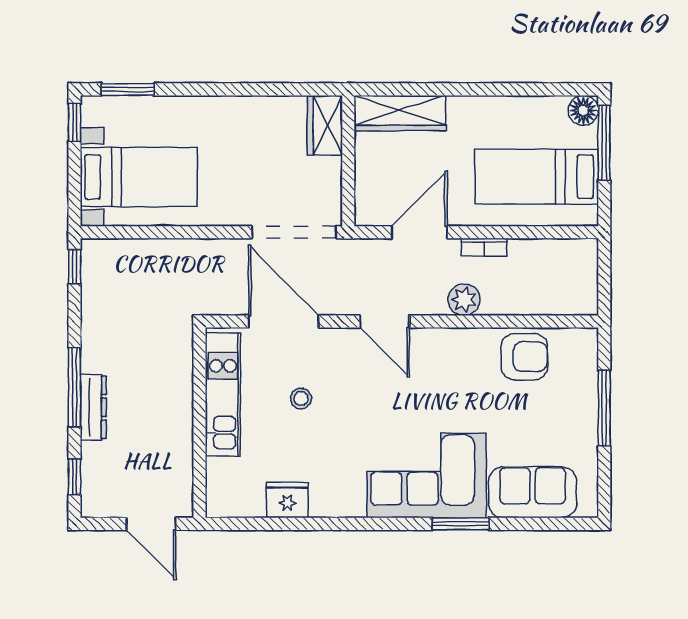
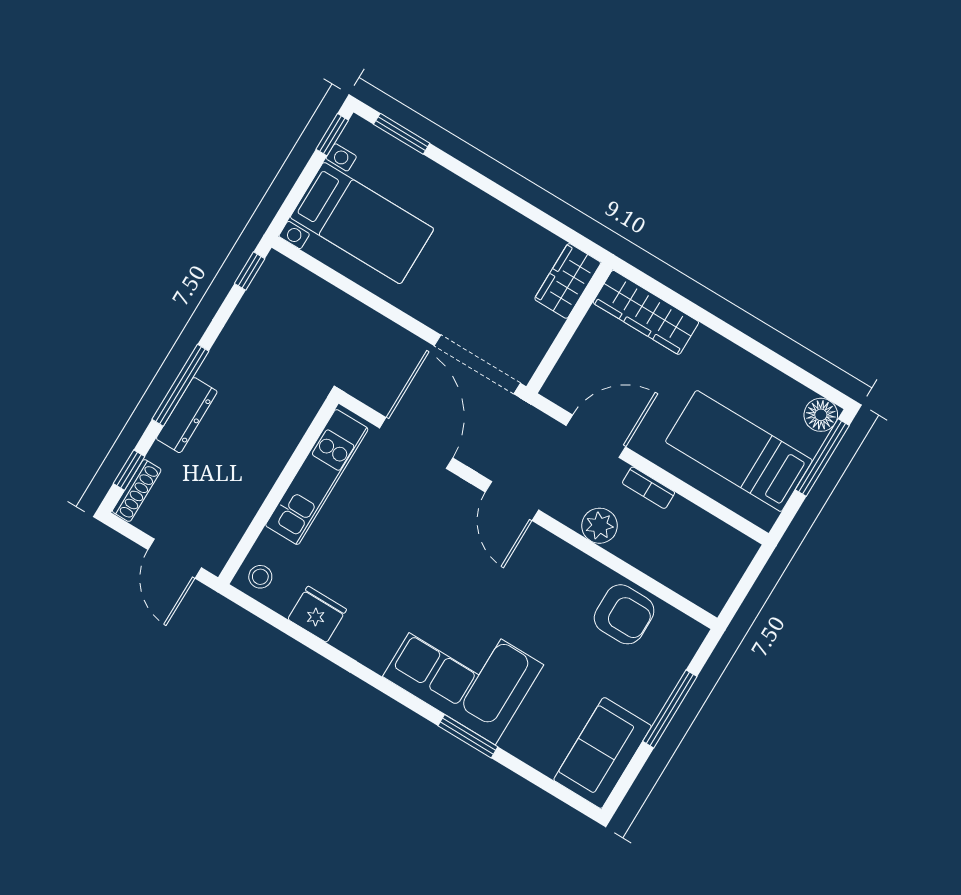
stool: (301, 398) -> (260, 577), moved
shoe rack: (90, 489) -> (137, 491), added
sofa: (533, 492) -> (603, 753), moved, turned -90

